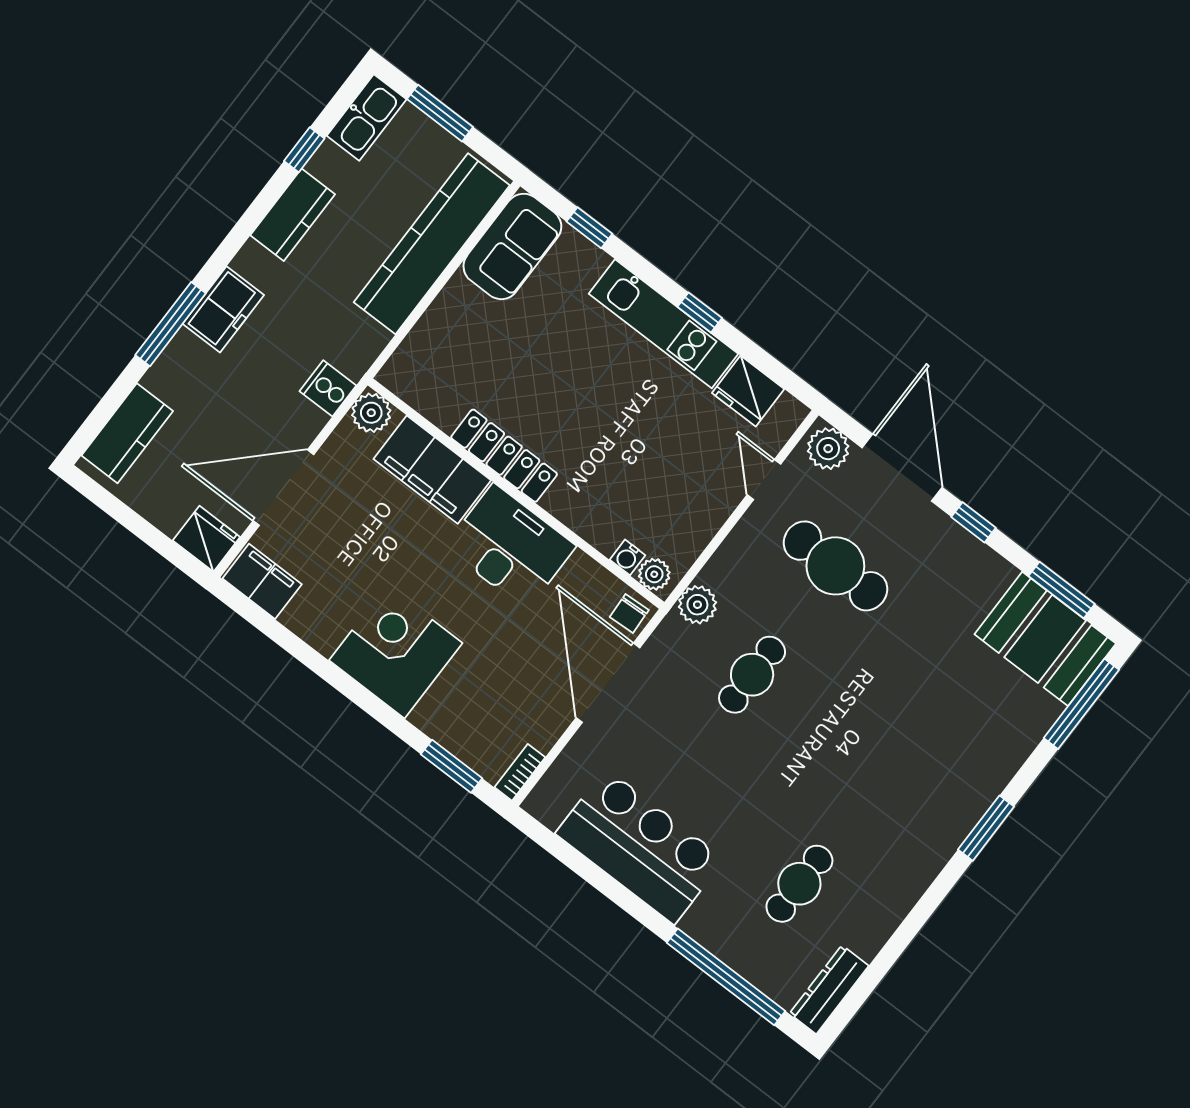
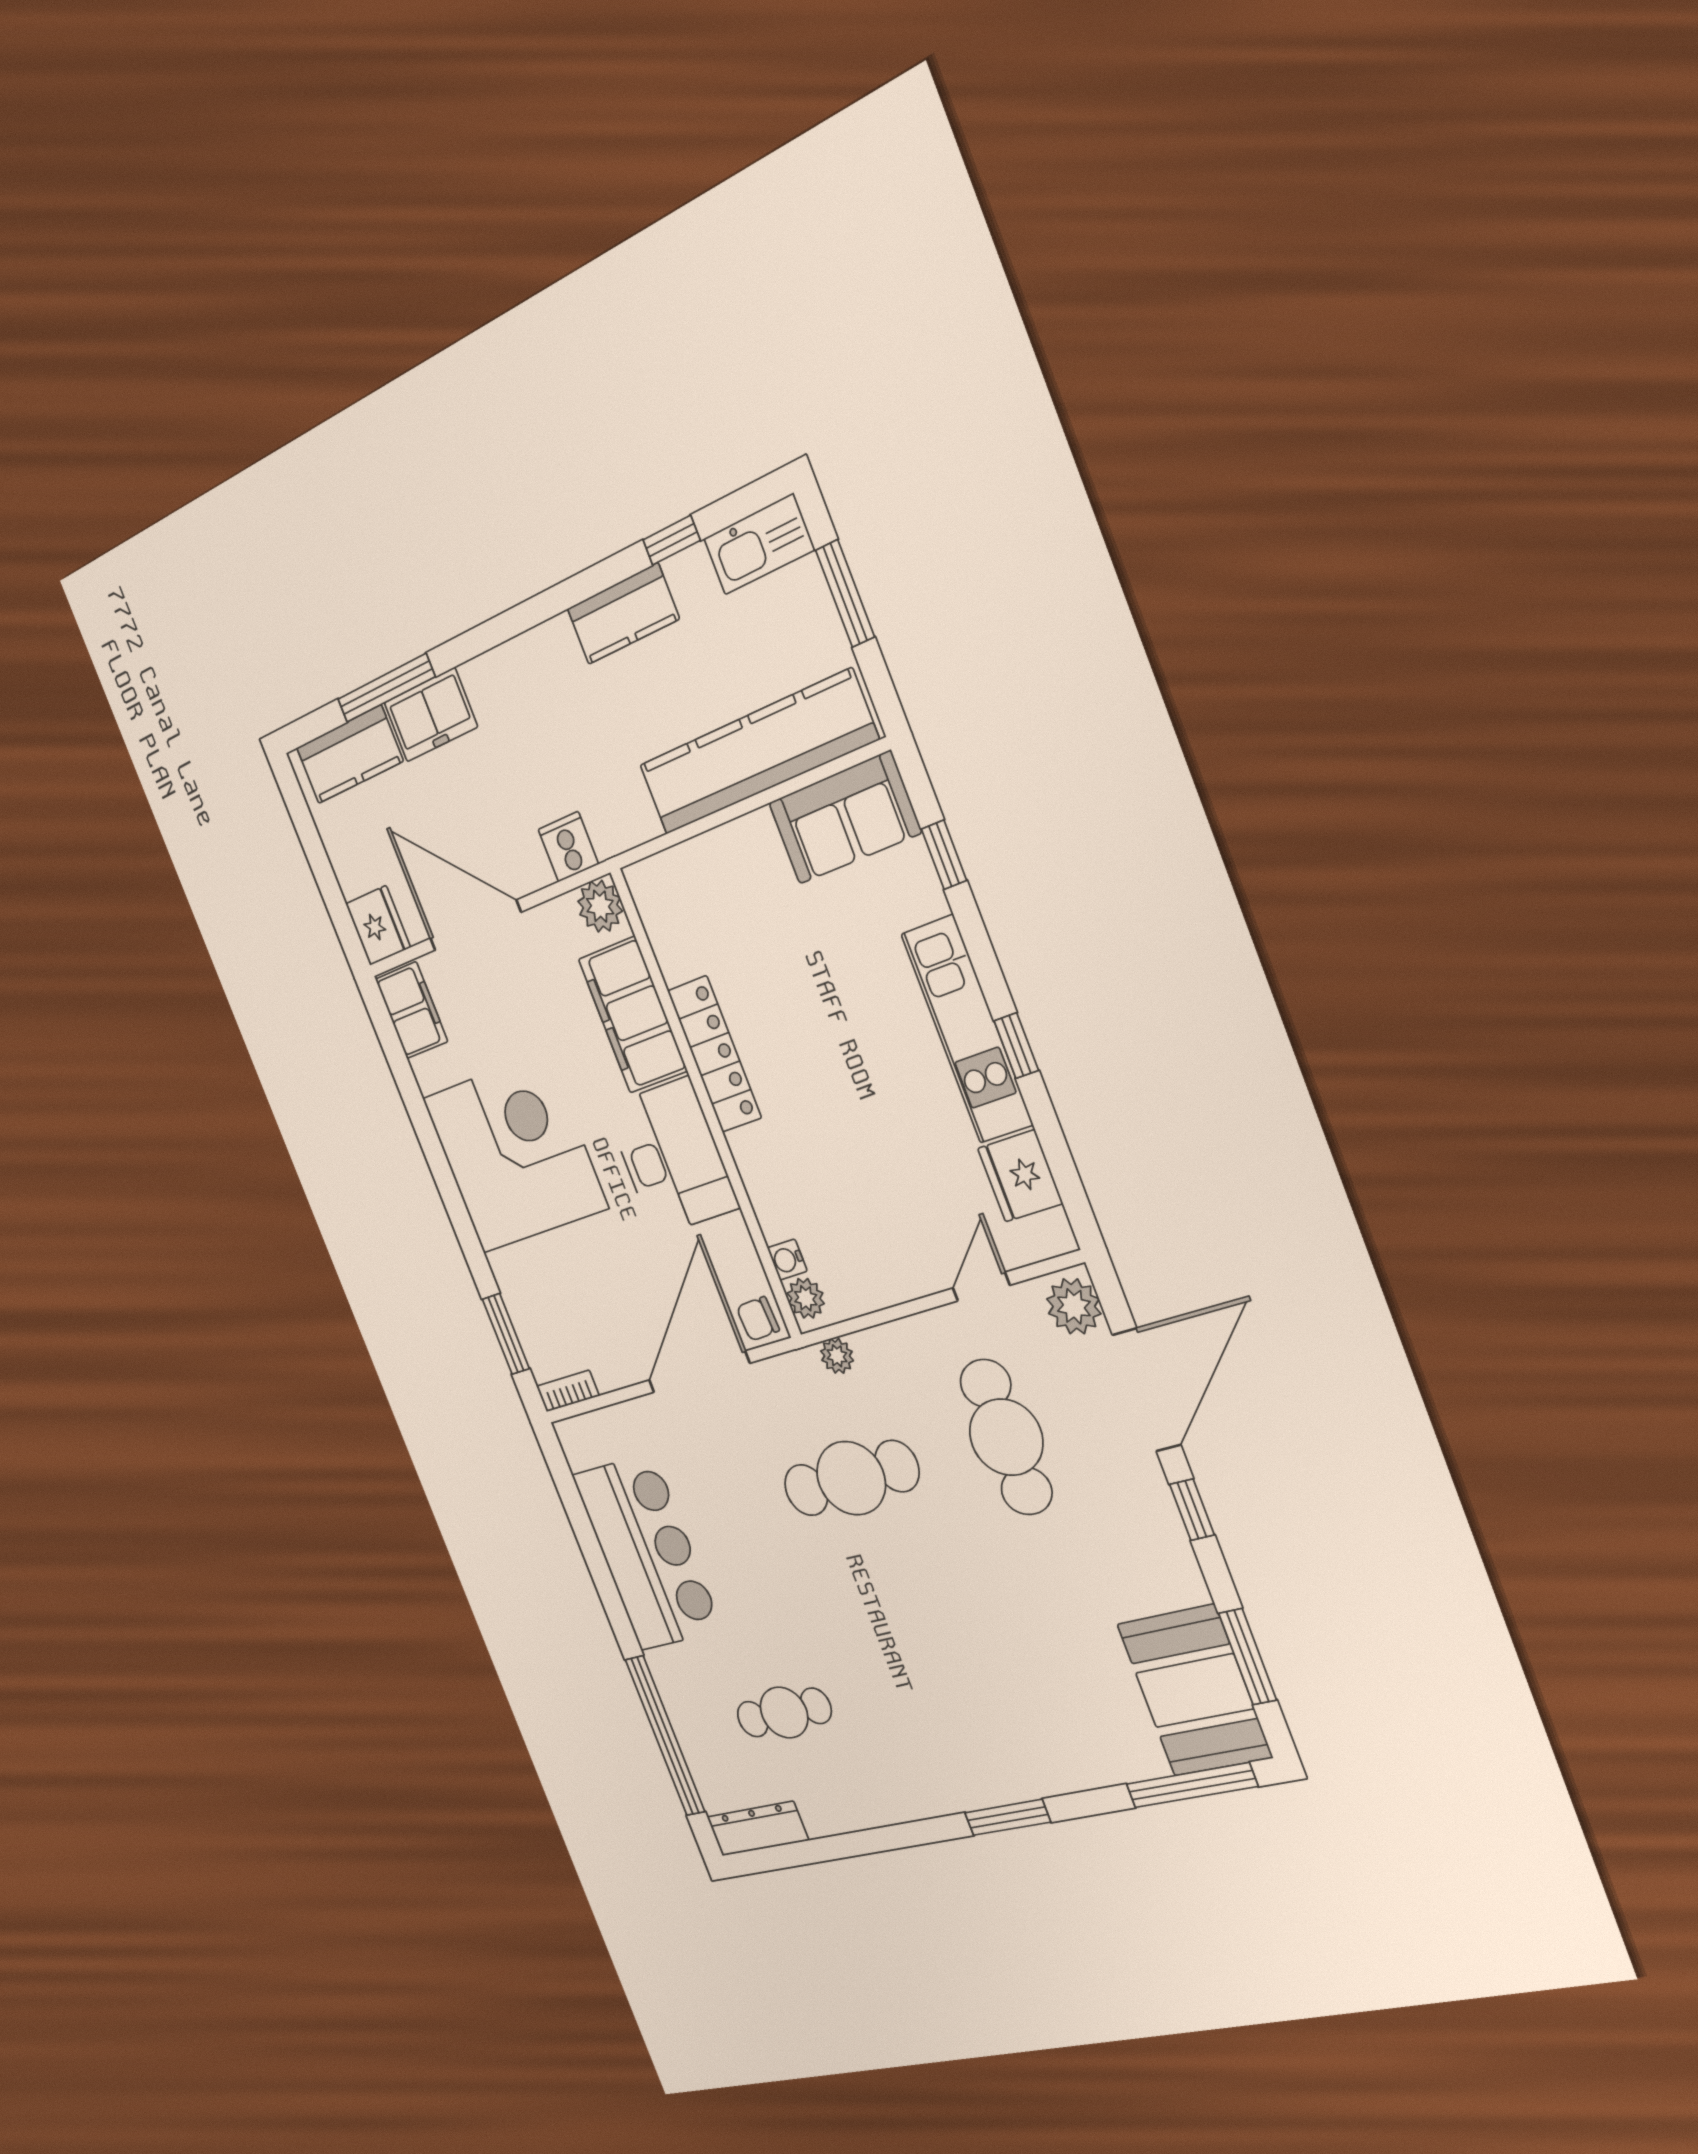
freezer: (223, 309) -> (431, 715), moved
window: (171, 324) -> (386, 688), moved
plant: (697, 605) -> (837, 1356), width x0.73, depth x0.73
corner desk: (396, 652) -> (515, 1153), width x1.36, depth x1.36
cafe table: (752, 675) -> (851, 1478), width x1.37, depth x1.35

